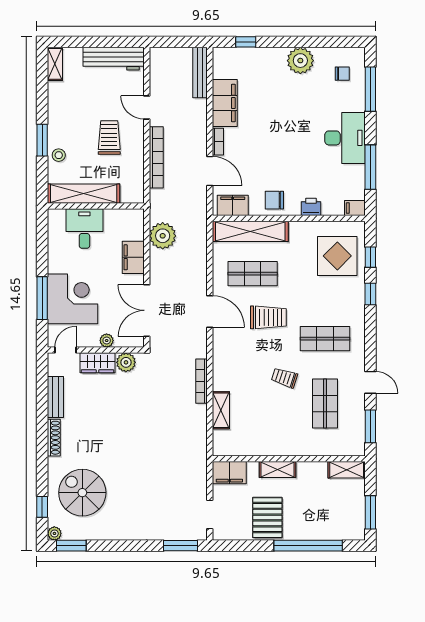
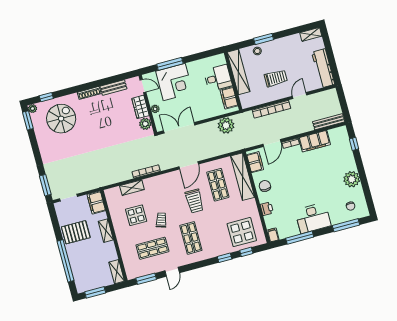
filing cabinet: (133, 257) -> (229, 98), moved, turned -90
display table: (266, 415) -> (136, 215), added

